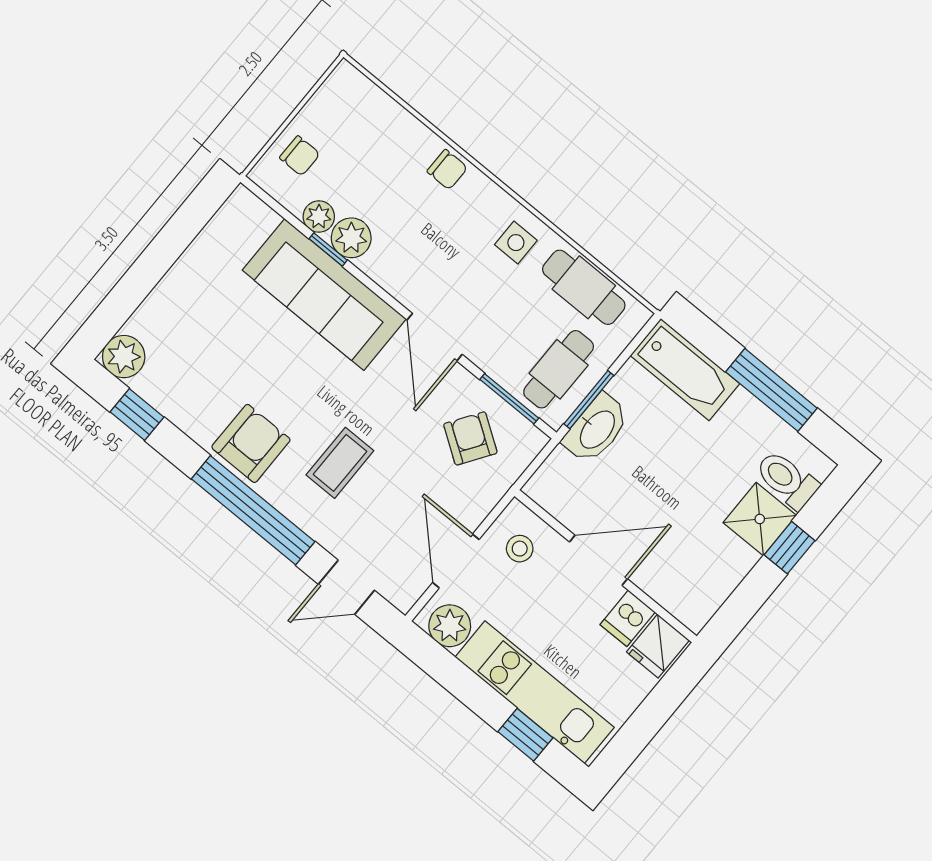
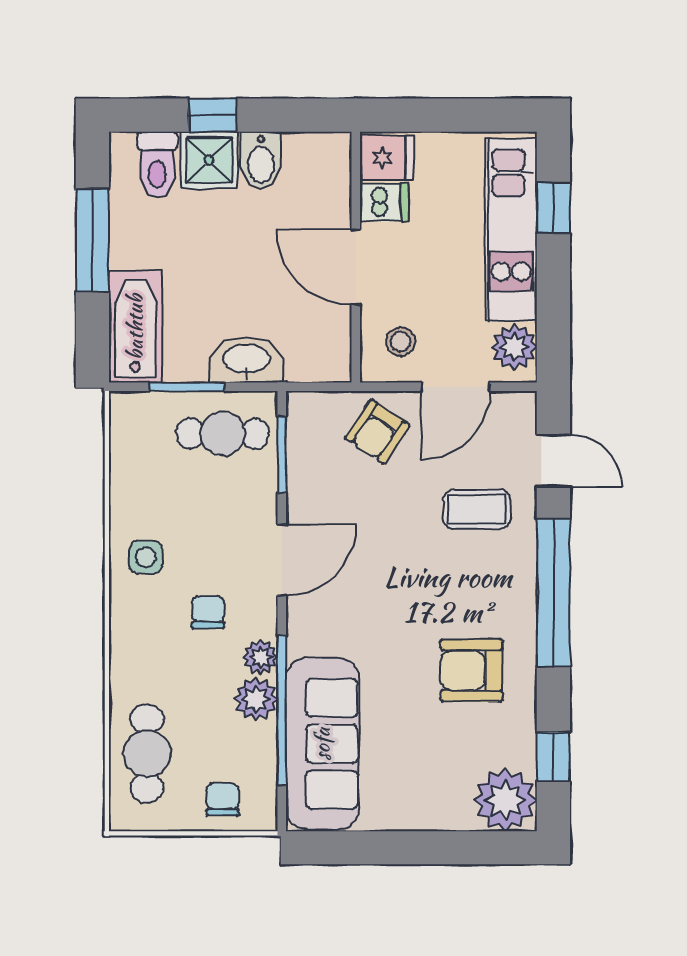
chair: (447, 170) -> (208, 612), moved
plant: (319, 217) -> (261, 657), moved
window: (328, 249) -> (282, 710), width x3.17
cafe table: (584, 287) -> (147, 753), moved
sofa: (324, 295) -> (322, 744), moved
plant: (124, 357) -> (505, 800), width x1.36, depth x1.36
window: (589, 400) -> (187, 387), moved
armchair: (470, 438) -> (377, 432), moved
armchair: (251, 443) -> (472, 670), moved
coffee table: (340, 463) -> (477, 509), moved
bidet: (729, 555) -> (261, 161), added

